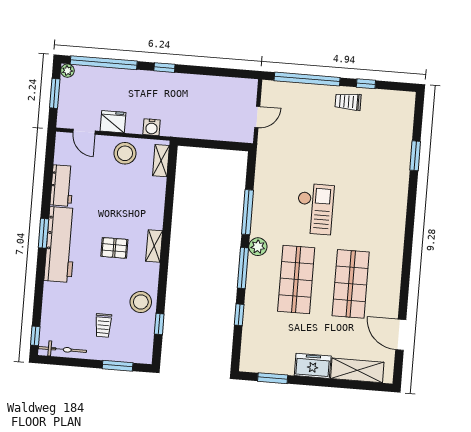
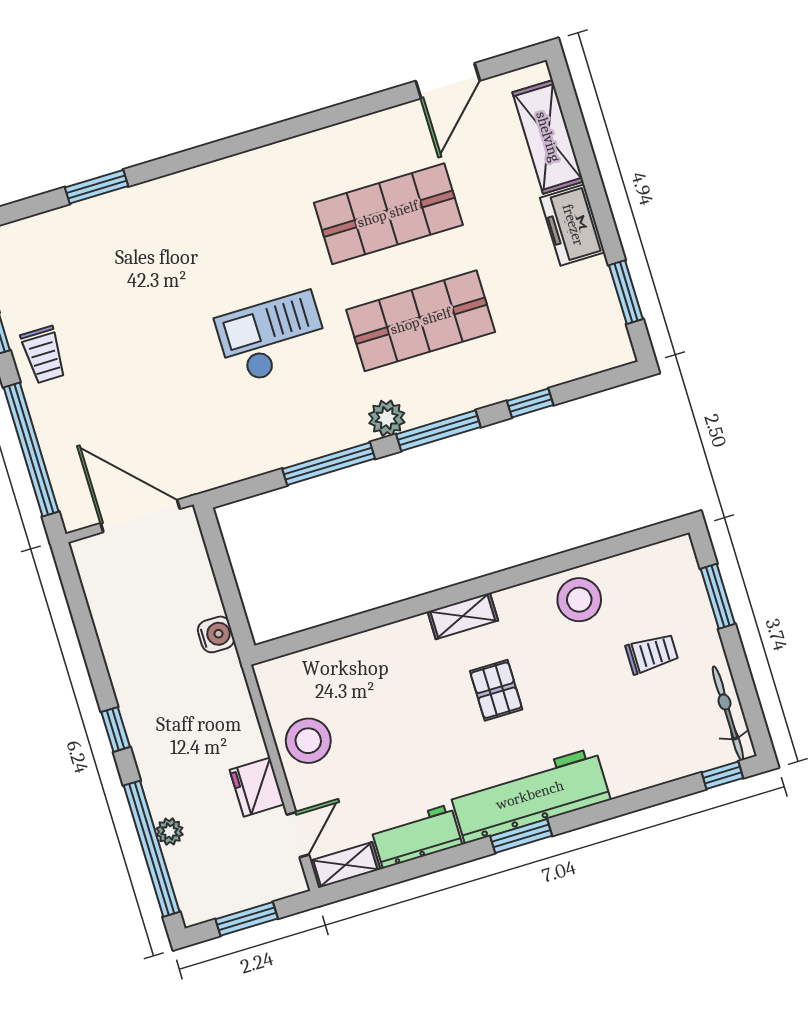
plant: (67, 71) -> (170, 832), moved
door: (257, 117) -> (140, 516), width x1.88
water cooler: (152, 127) -> (216, 634), moved
shelving: (161, 161) -> (345, 865), moved
window: (159, 324) -> (607, 548), removed

